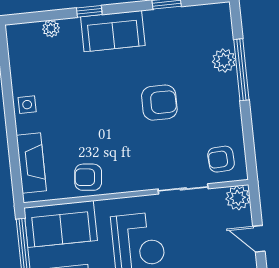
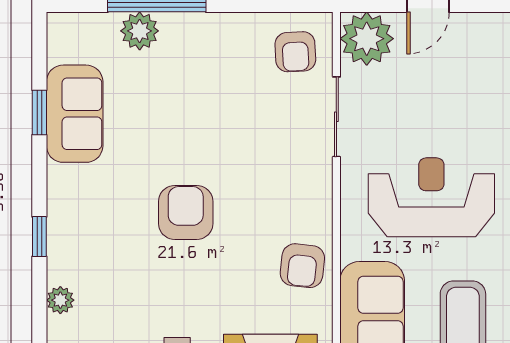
sofa: (113, 31) -> (75, 114), moved
armchair: (159, 103) -> (186, 212), moved
plant: (238, 198) -> (367, 39), width x1.36, depth x1.36

